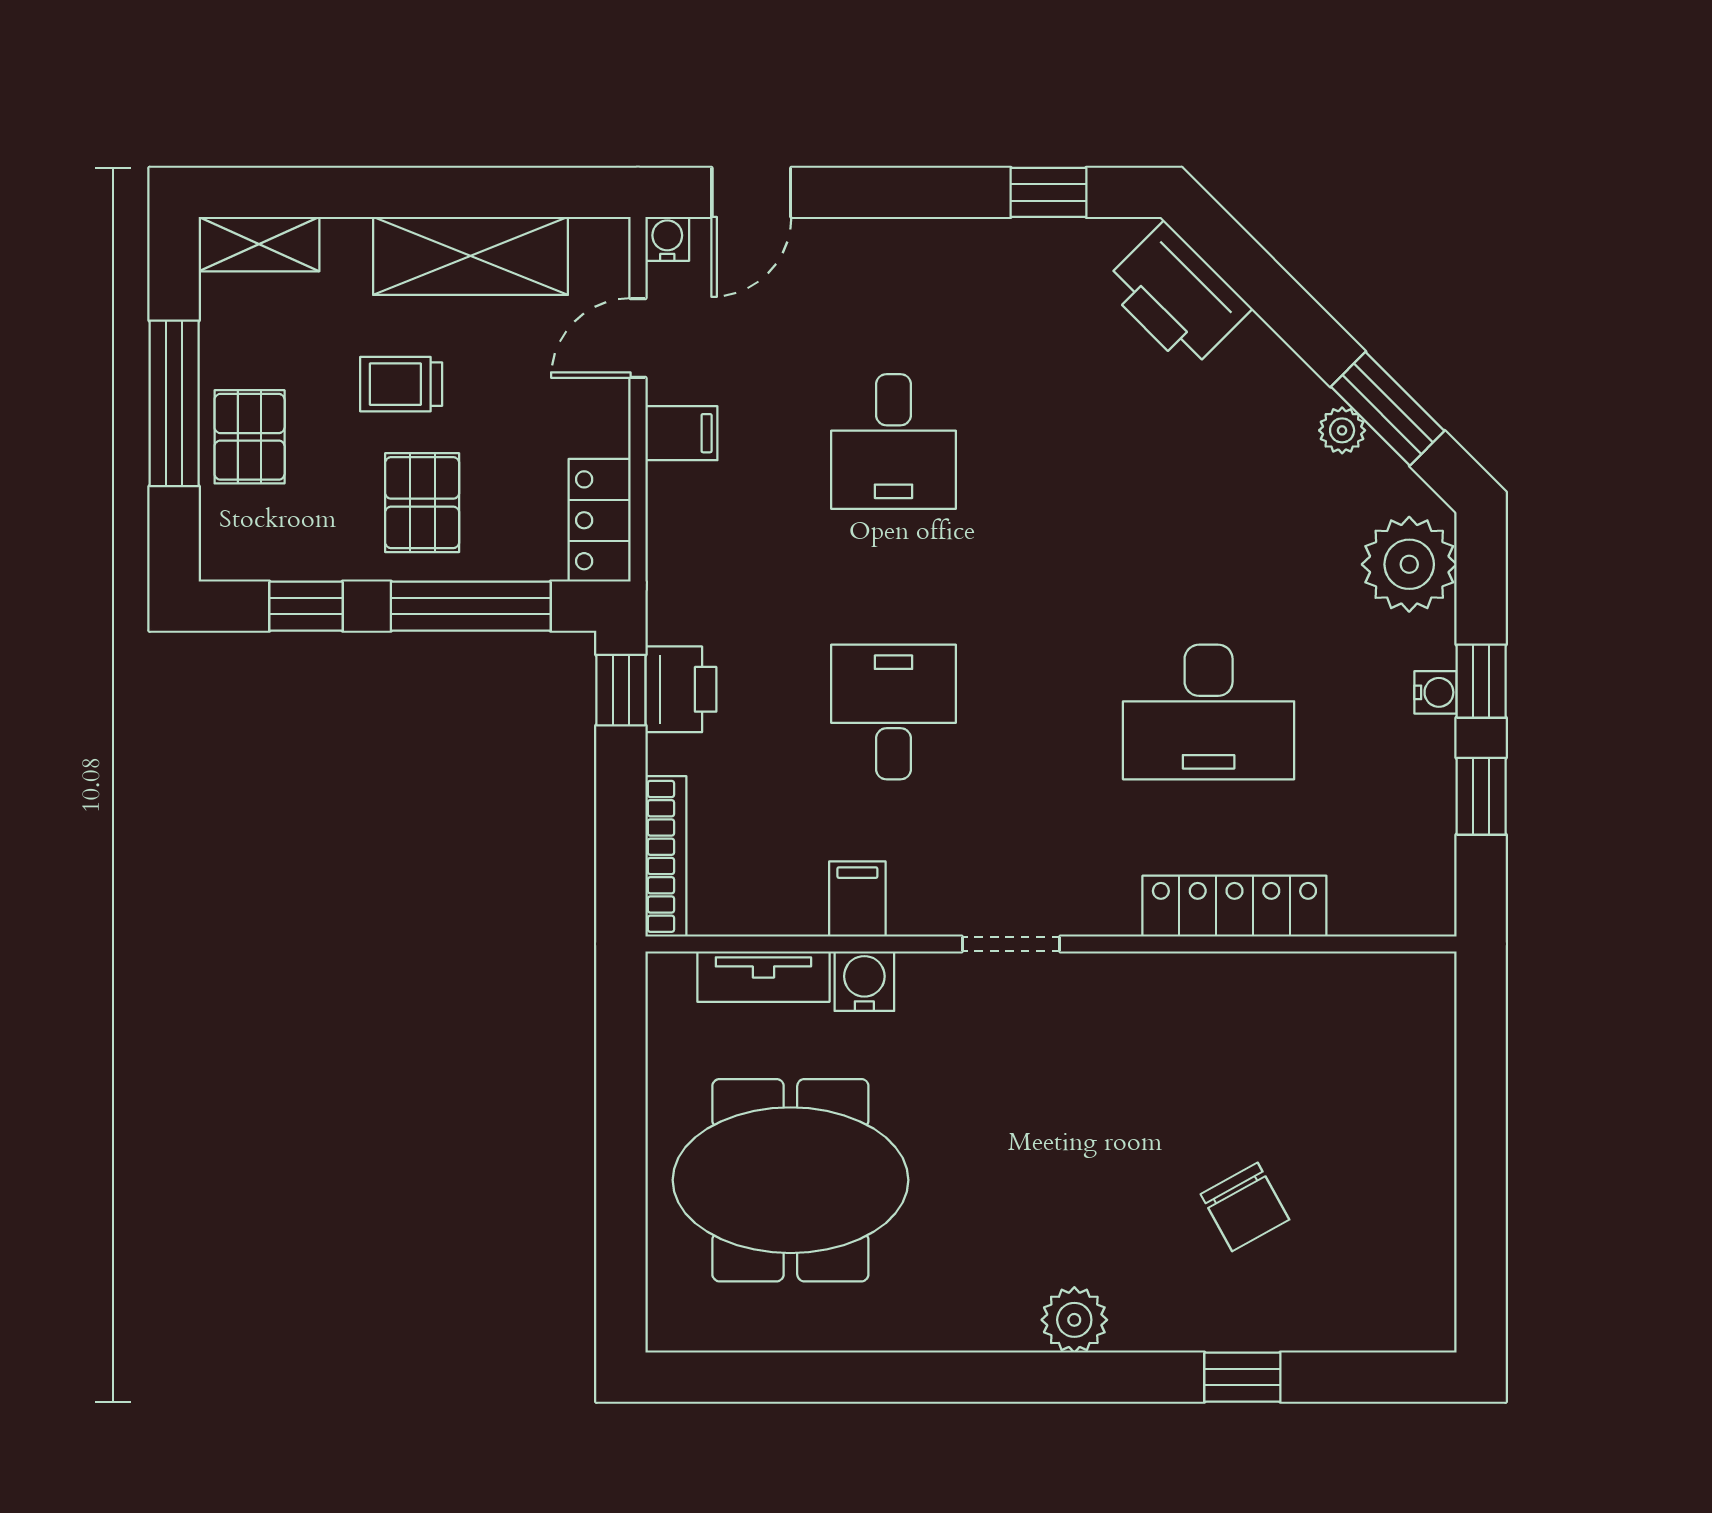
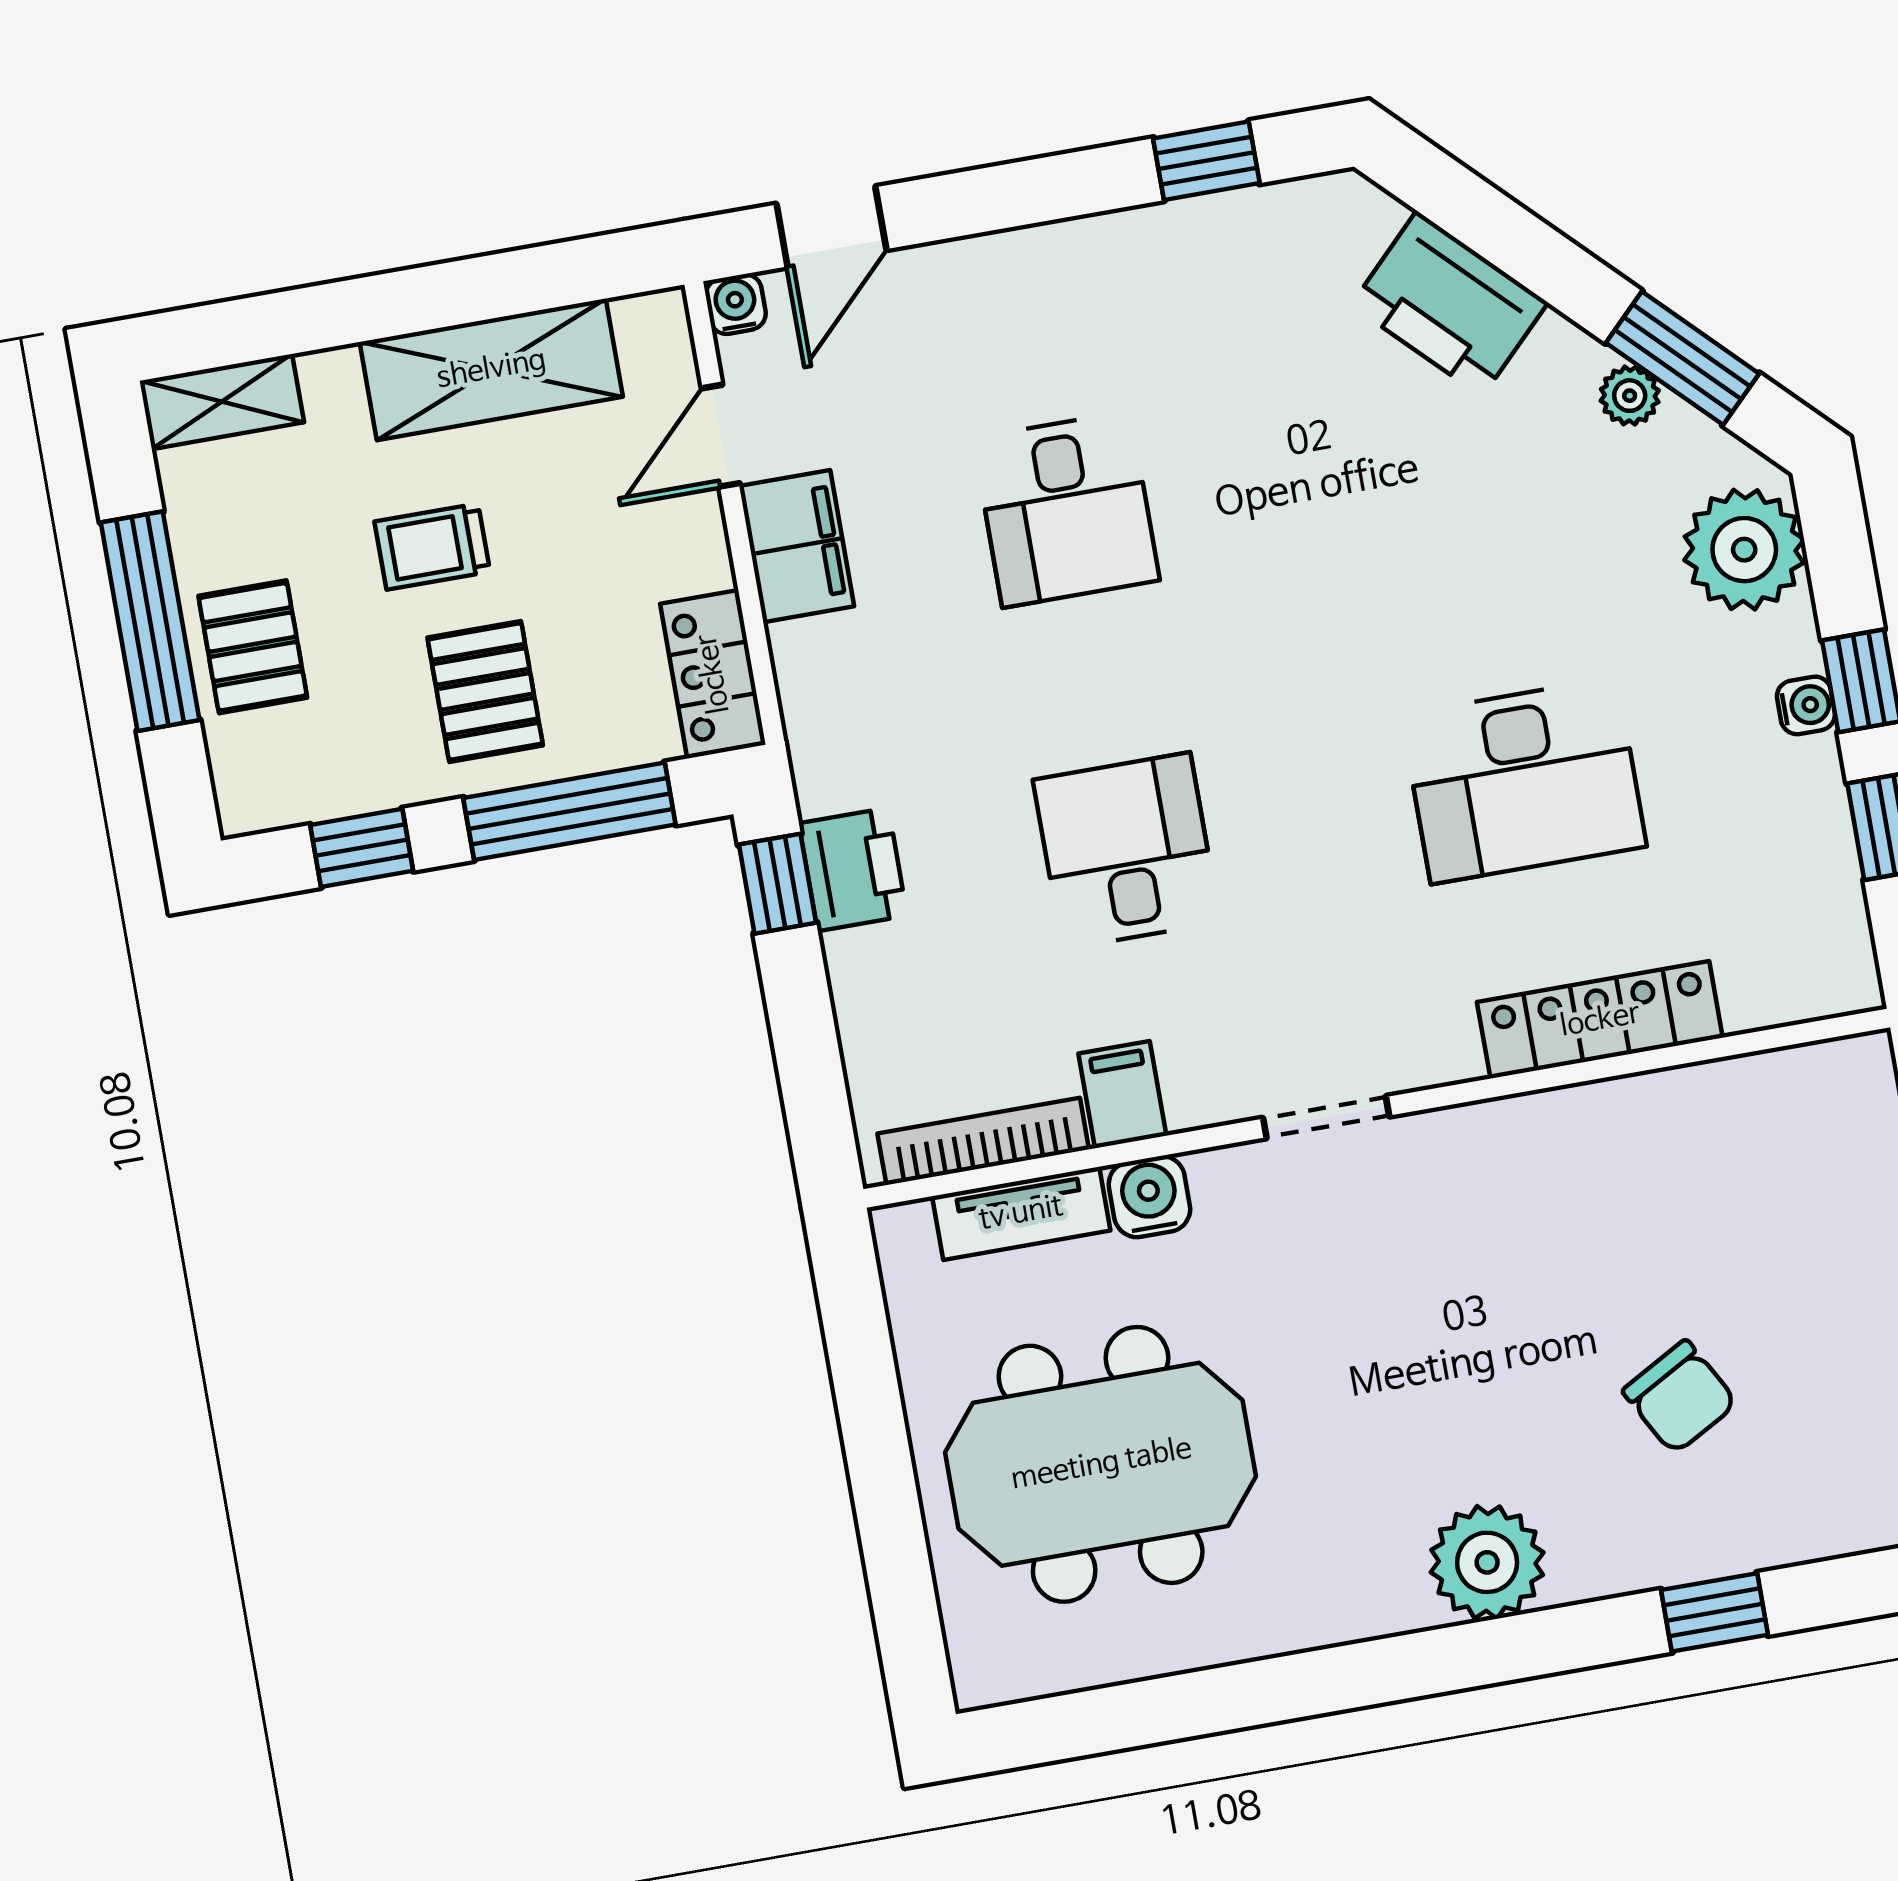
printer: (1177, 296) -> (1449, 304), moved
filing cabinet: (681, 433) -> (797, 546), width x2.00
bookcase: (666, 856) -> (983, 1141), moved, turned -90
plant: (1074, 1320) -> (1487, 1562), width x1.36, depth x1.36

